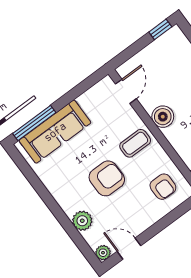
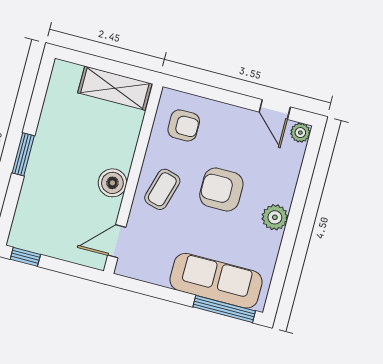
coffee table: (135, 143) -> (162, 189), turned -74
armchair: (163, 187) -> (184, 125), turned 90
plant: (82, 221) -> (275, 217), moved

